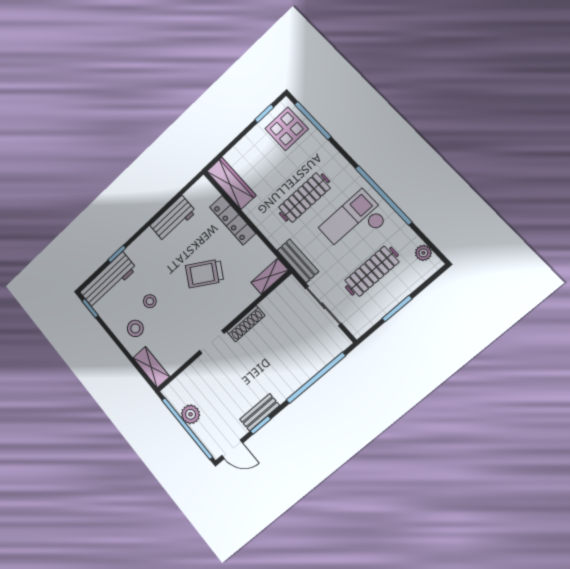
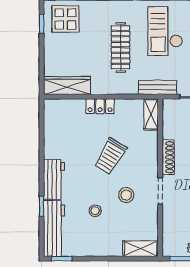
workbench: (173, 219) -> (54, 179), moved
locker: (233, 220) -> (100, 106), width x0.66
stool: (135, 328) -> (126, 195), moved

